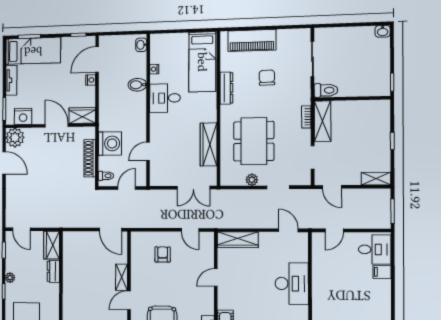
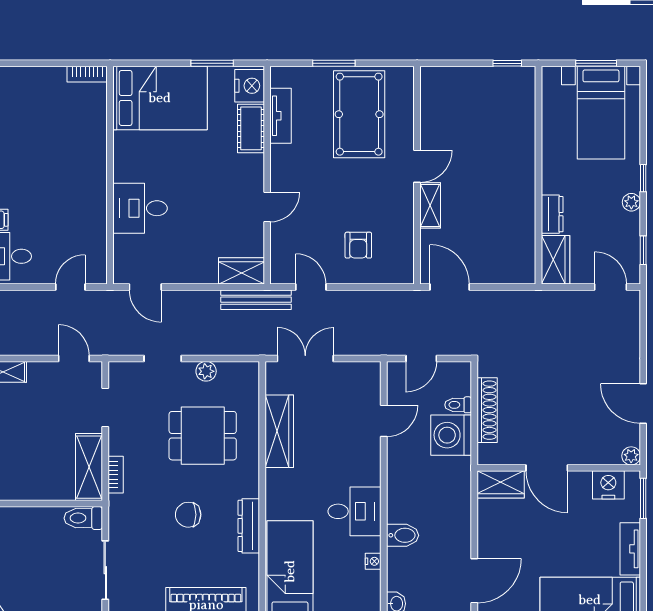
chair: (267, 78) -> (188, 515), moved, turned 91
nightstand: (91, 80) -> (486, 546), removed
plant: (15, 138) -> (631, 456), width x0.53, depth x0.53
dining table: (254, 141) -> (203, 436), width x0.73
toilet: (106, 176) -> (458, 405), moved
bench: (222, 222) -> (256, 300), added
wardrobe: (238, 240) -> (241, 271), width x0.67
desk: (292, 284) -> (140, 208), width x0.73

